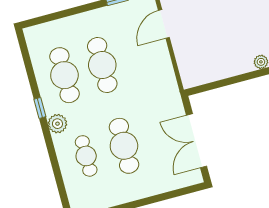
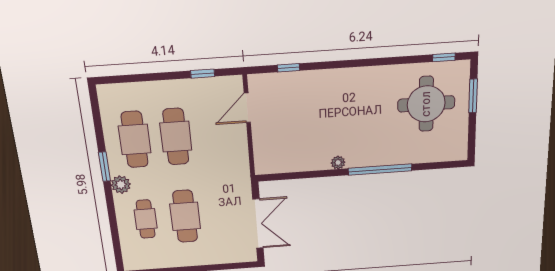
window: (40, 108) -> (104, 167), width x1.50
double door: (197, 141) -> (258, 224), swing flipped

